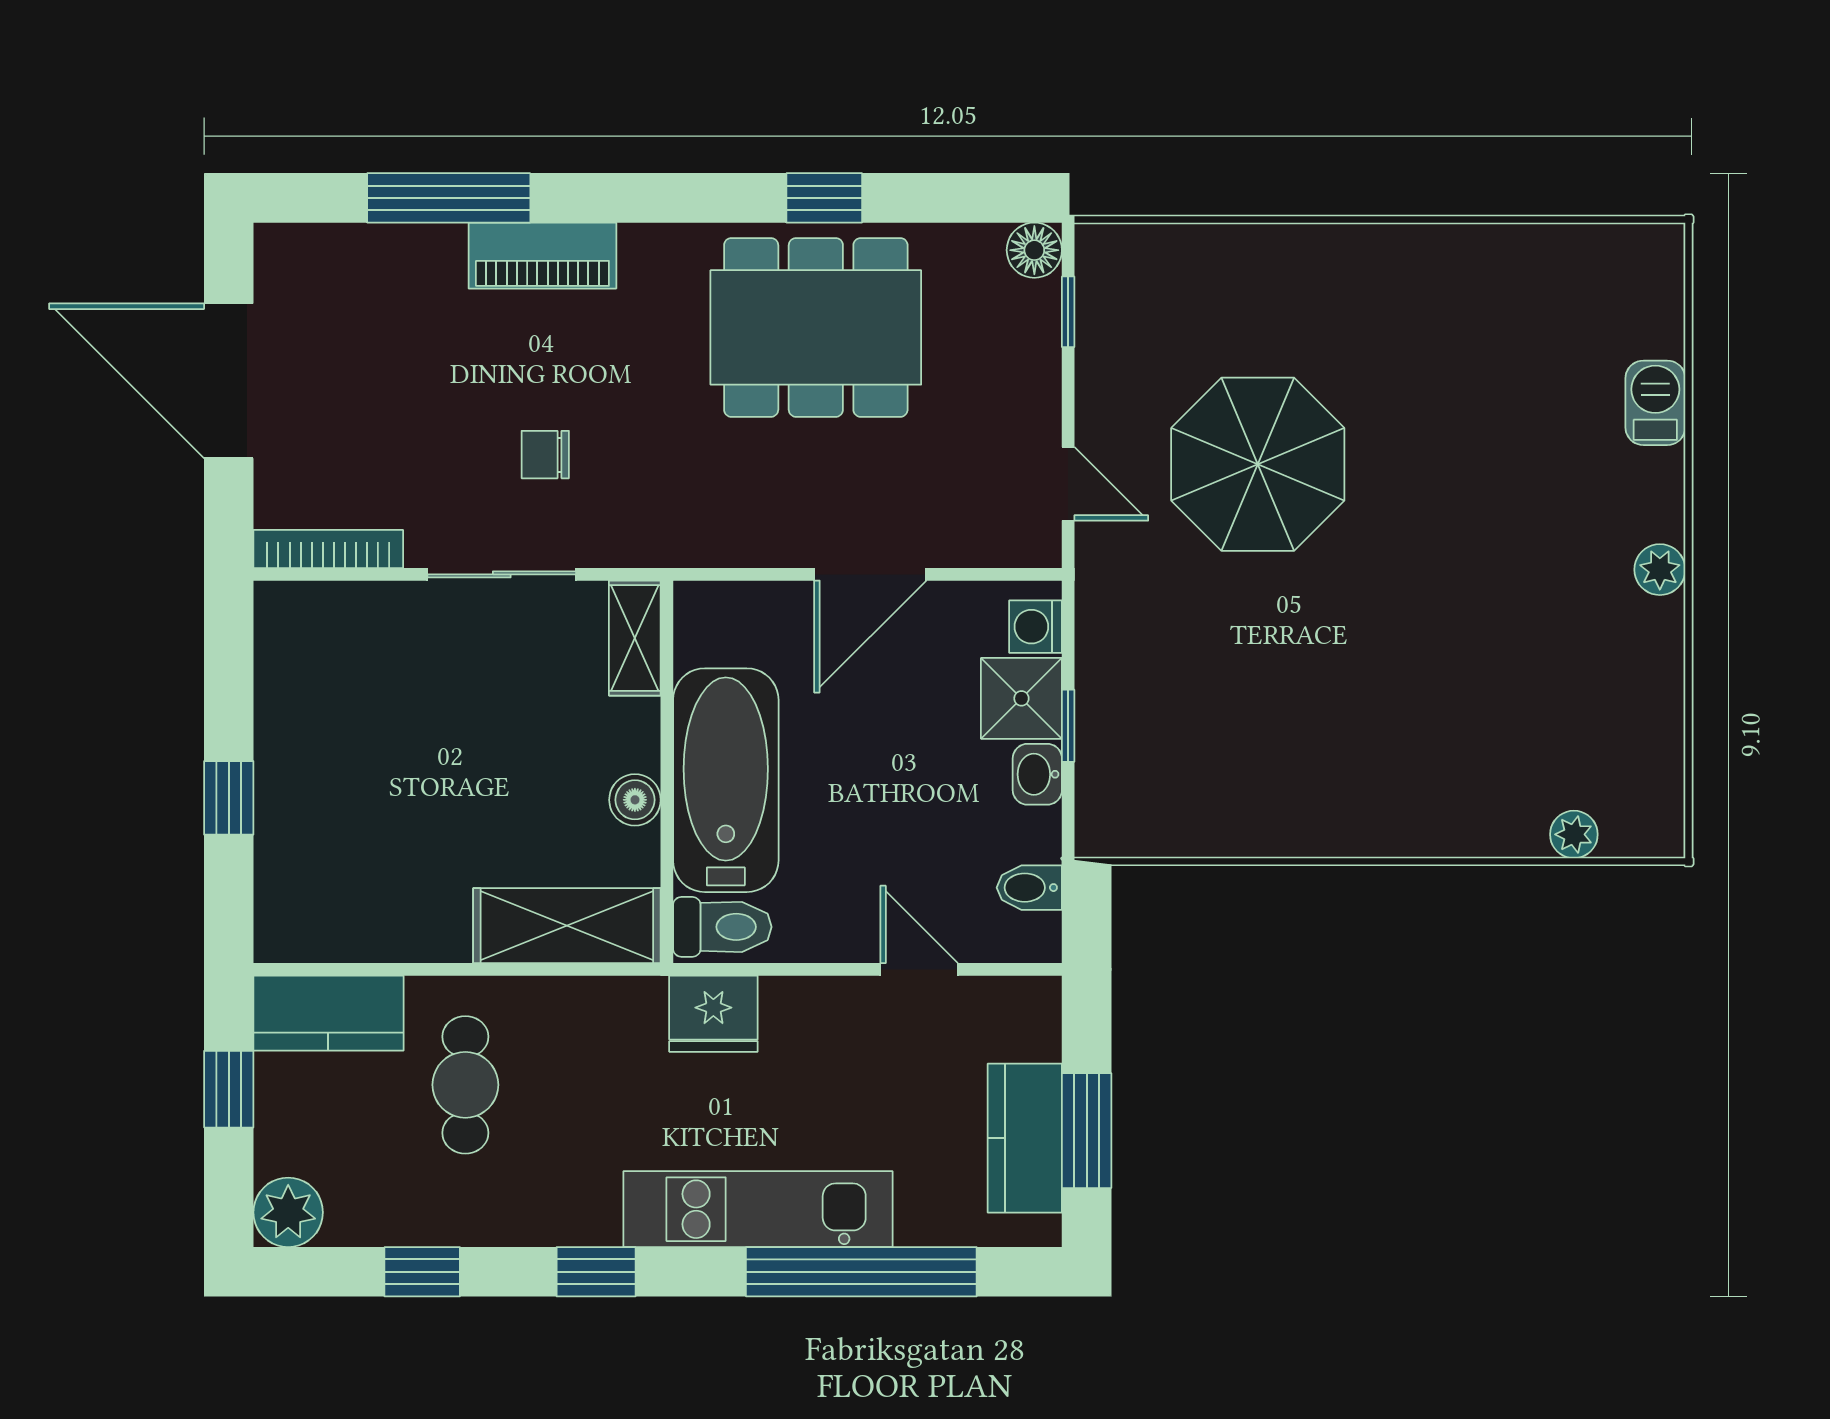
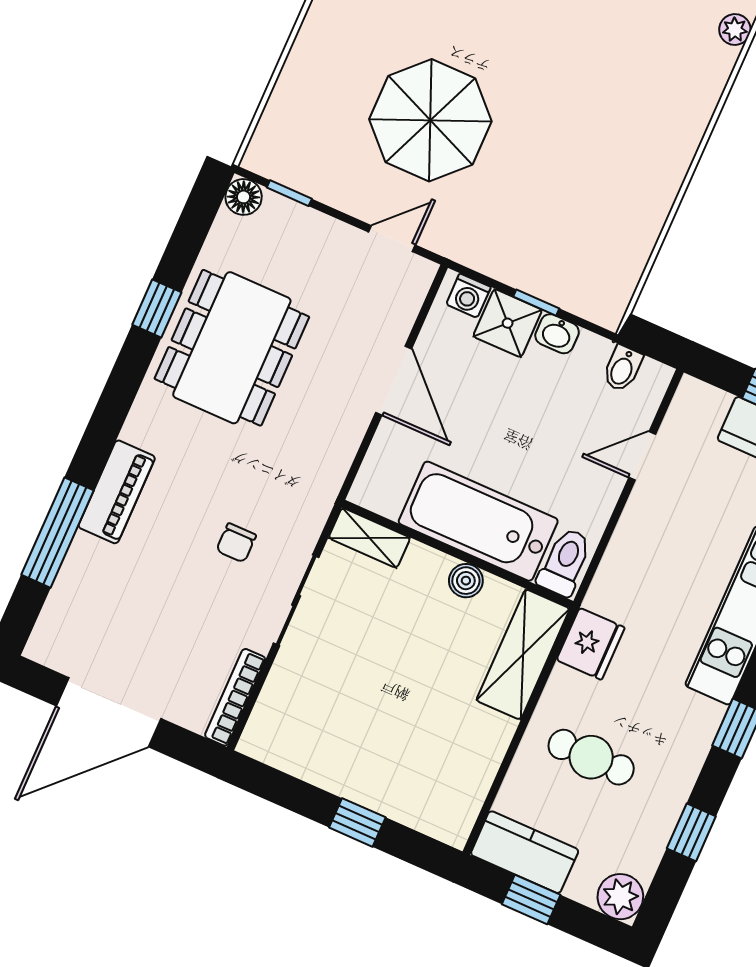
kitchen counter: (328, 1013) -> (525, 852), moved, turned -90
fridge: (713, 1014) -> (591, 644), moved

